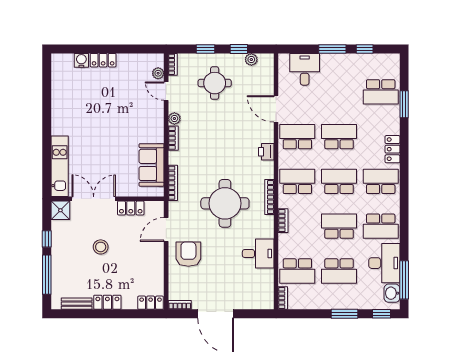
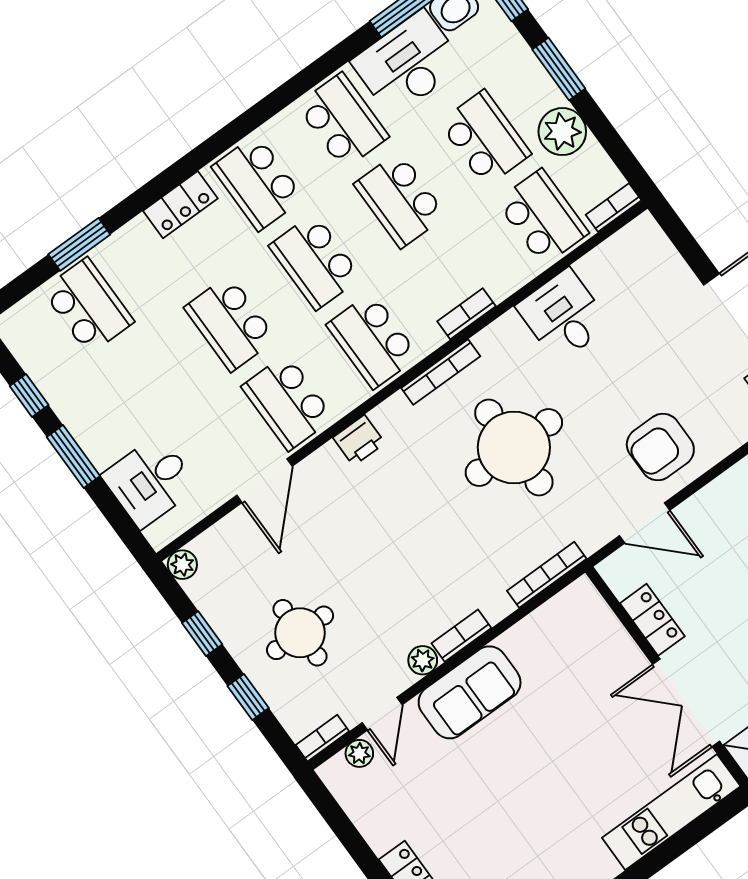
plant: (251, 60) -> (182, 565), moved
sofa: (152, 165) -> (470, 692), moved
plant: (322, 299) -> (562, 132), added

